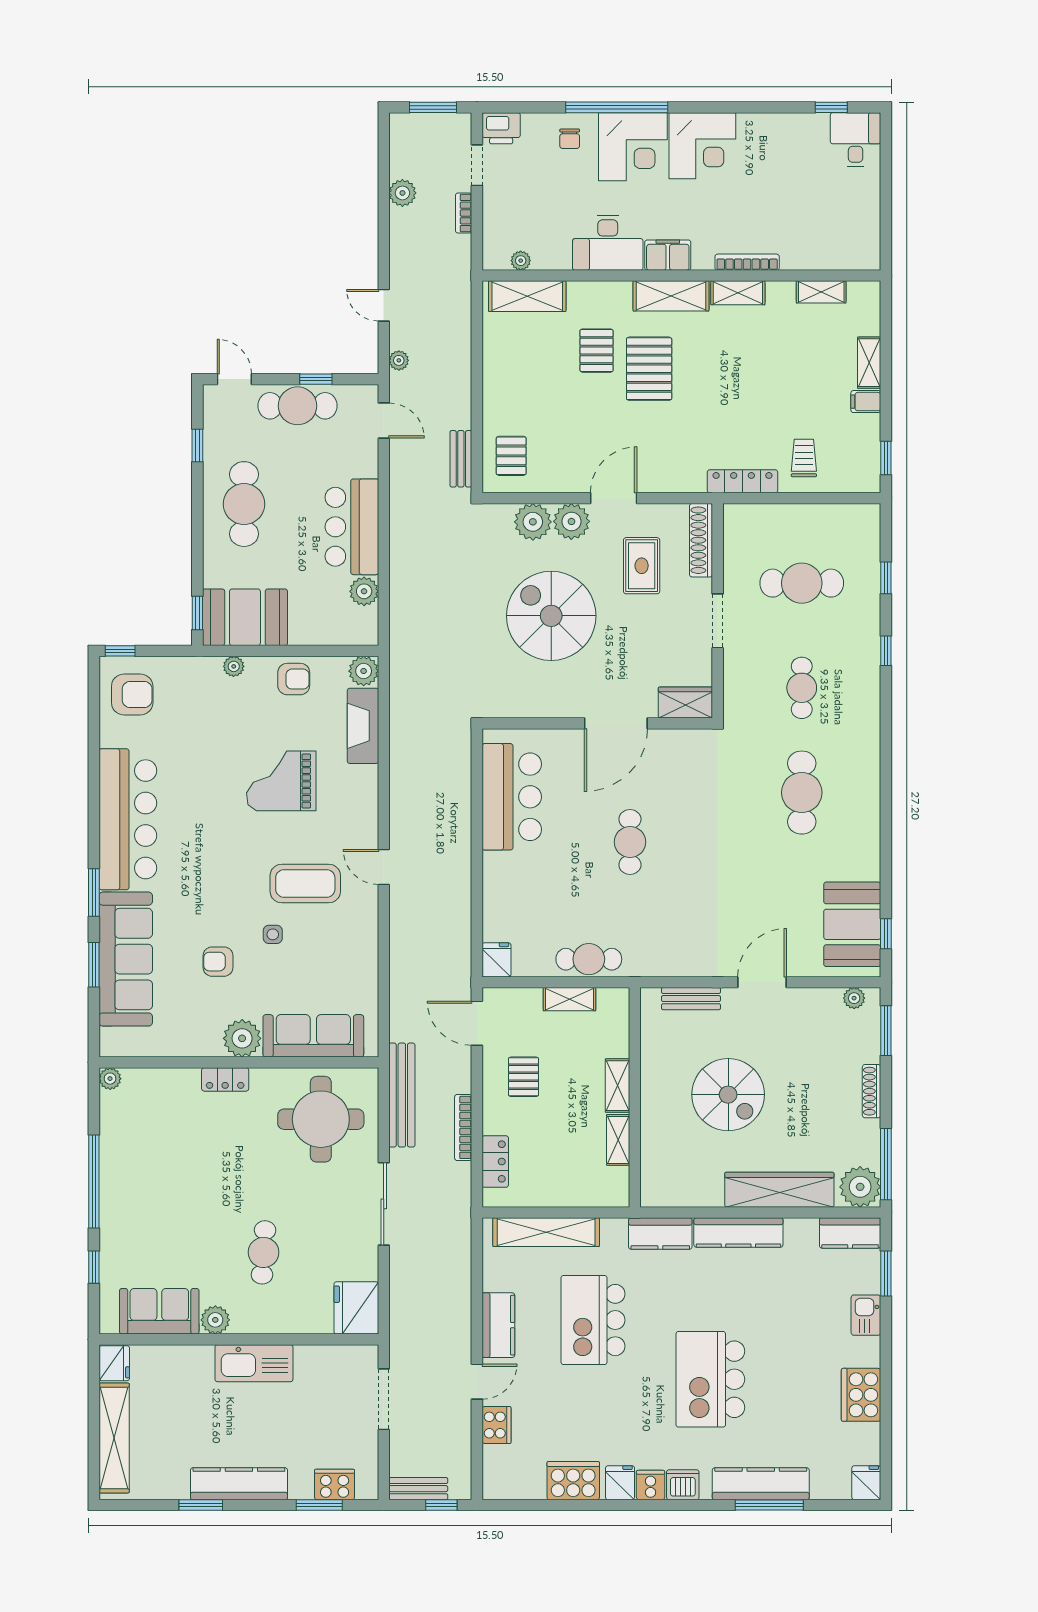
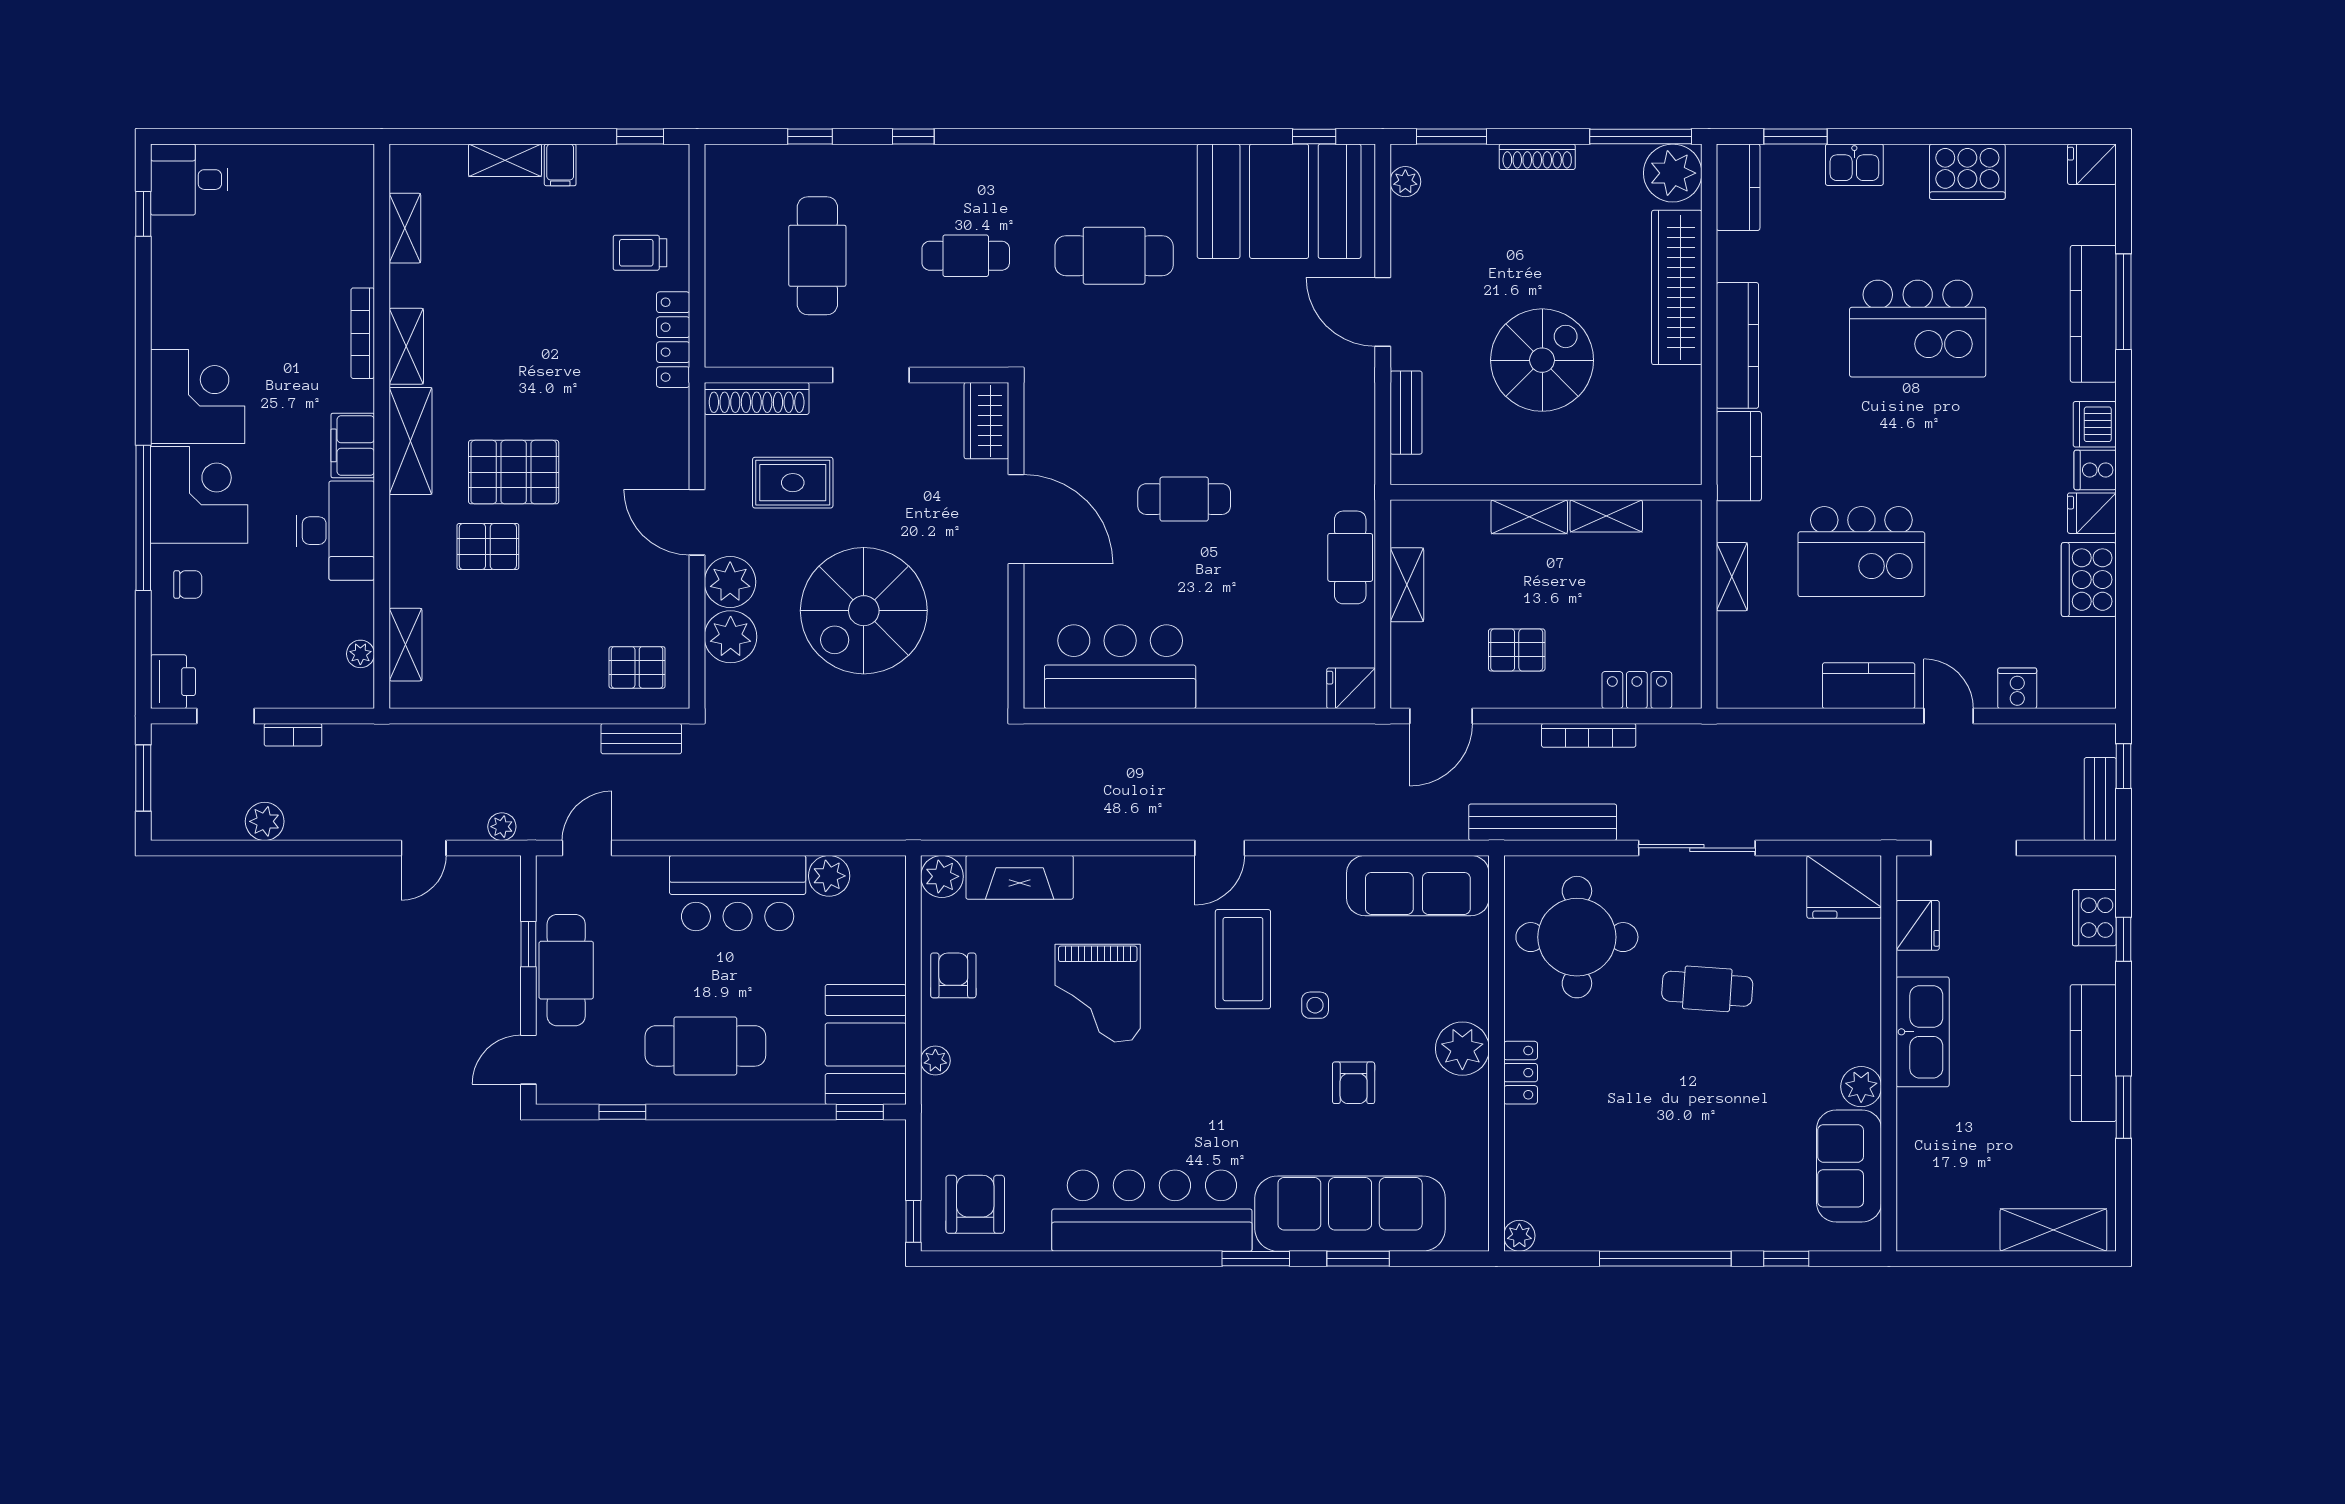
shelving: (527, 296) -> (405, 645), width x0.67, depth x0.75
booth: (852, 924) -> (1279, 201), width x1.36, depth x1.42
sofa: (313, 1036) -> (1418, 886), moved, turned -90
shelving: (546, 1232) -> (1732, 577), width x0.45, depth x0.75
cafe table: (264, 1252) -> (1707, 989), moved
fridge: (114, 1363) -> (1918, 925), moved, turned 90
kitchen island: (710, 1379) -> (1918, 329), moved
cooker: (496, 1425) -> (2017, 688), width x0.73
shelving: (114, 1438) -> (2053, 1230), width x0.68
window: (319, 1505) -> (2123, 939), width x0.67

